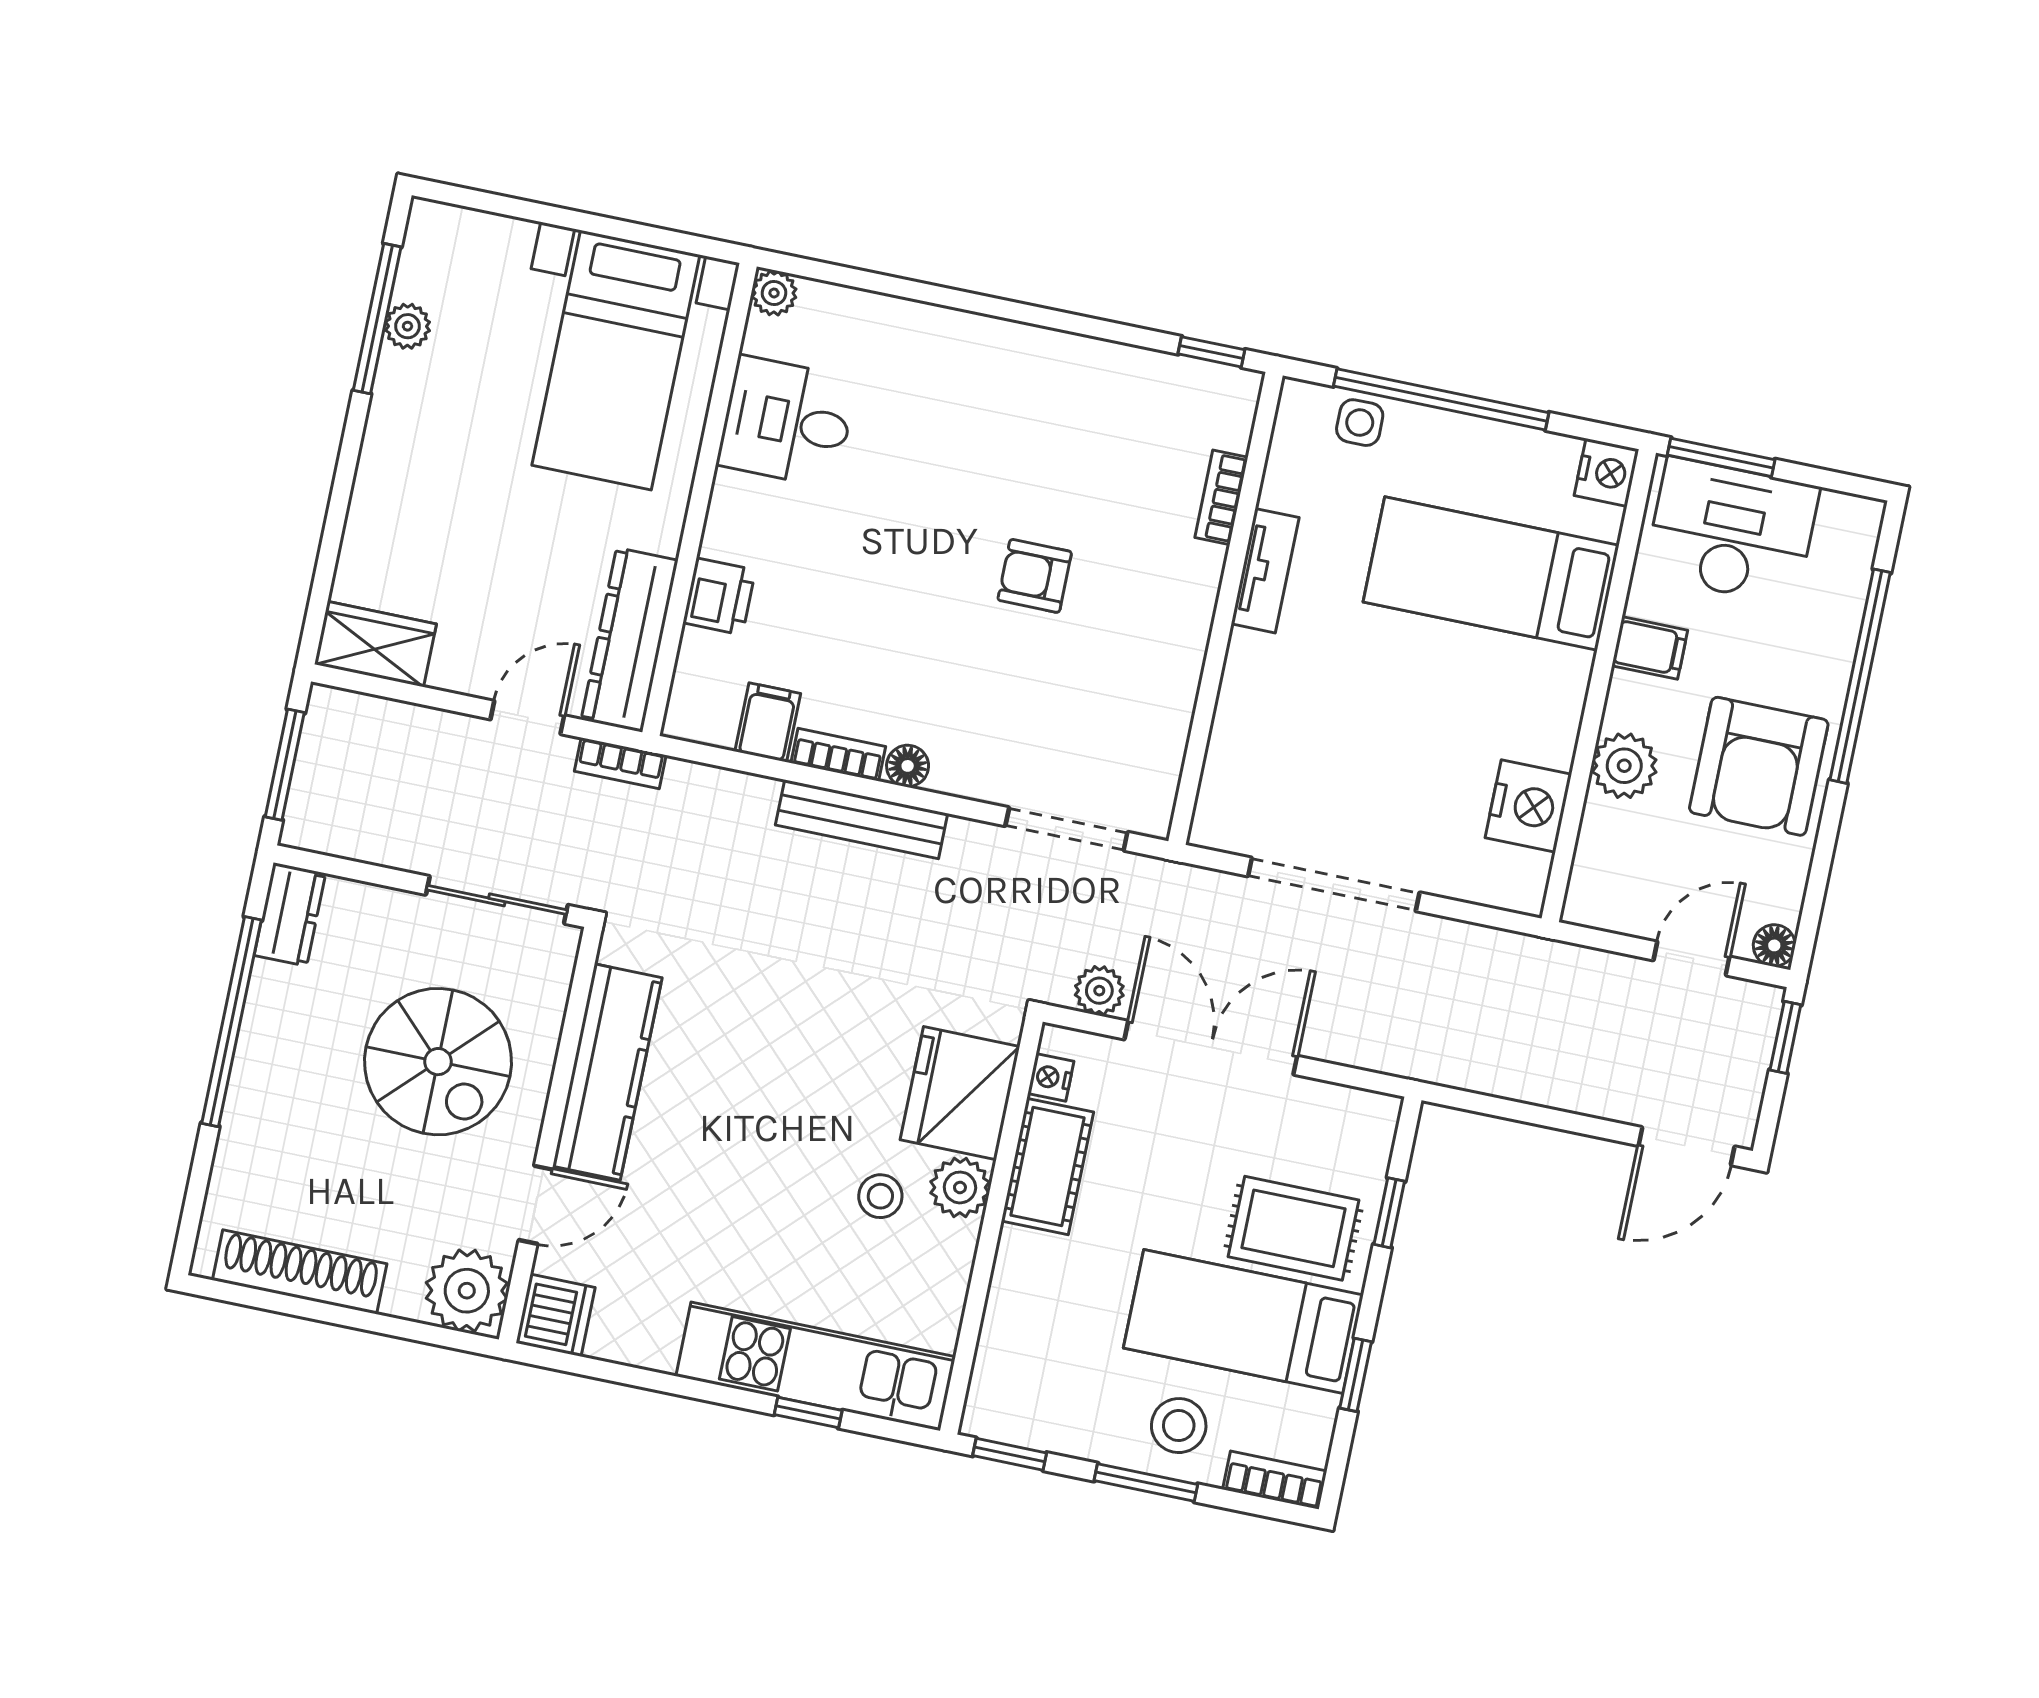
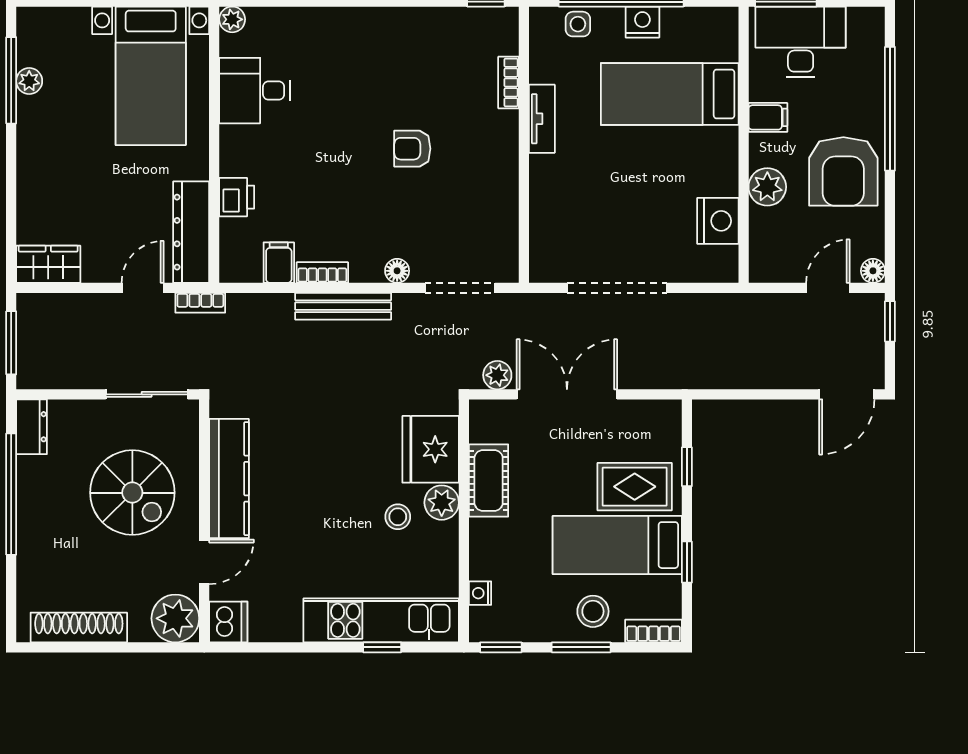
nightstand: (1607, 472) -> (642, 22), moved, turned -90
floor lamp: (908, 766) -> (397, 271), moved
nightstand: (1051, 1077) -> (480, 593), moved

